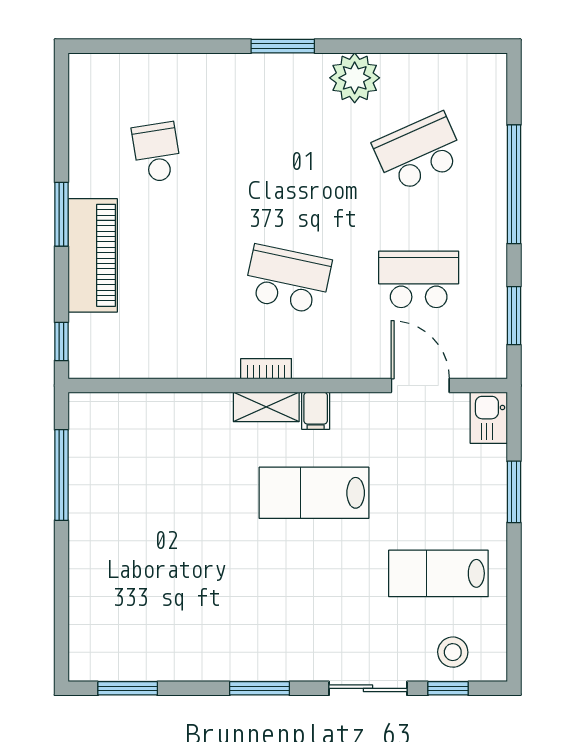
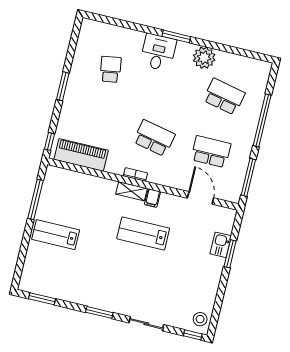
desk: (252, 90) -> (158, 52), added
school desk: (419, 152) -> (224, 97), turned 36
piano: (93, 255) -> (81, 155), moved, turned -90
window: (514, 316) -> (248, 177), width x1.44
kitchen sink: (489, 418) -> (221, 245), moved
lab bench: (438, 573) -> (56, 235), moved
stool: (453, 652) -> (200, 319), moved
window: (448, 688) -> (193, 335), moved

